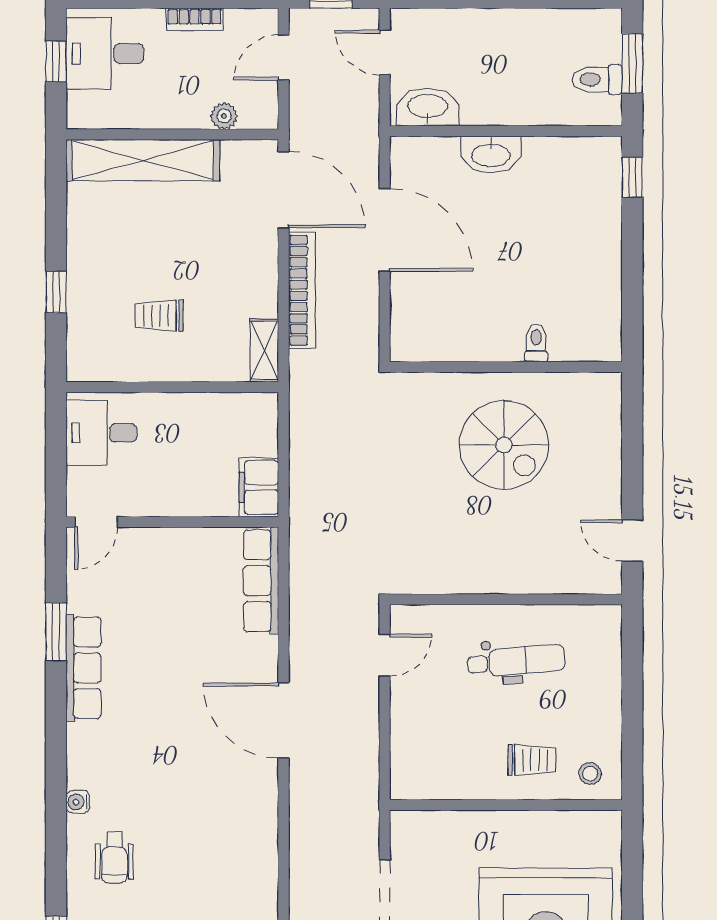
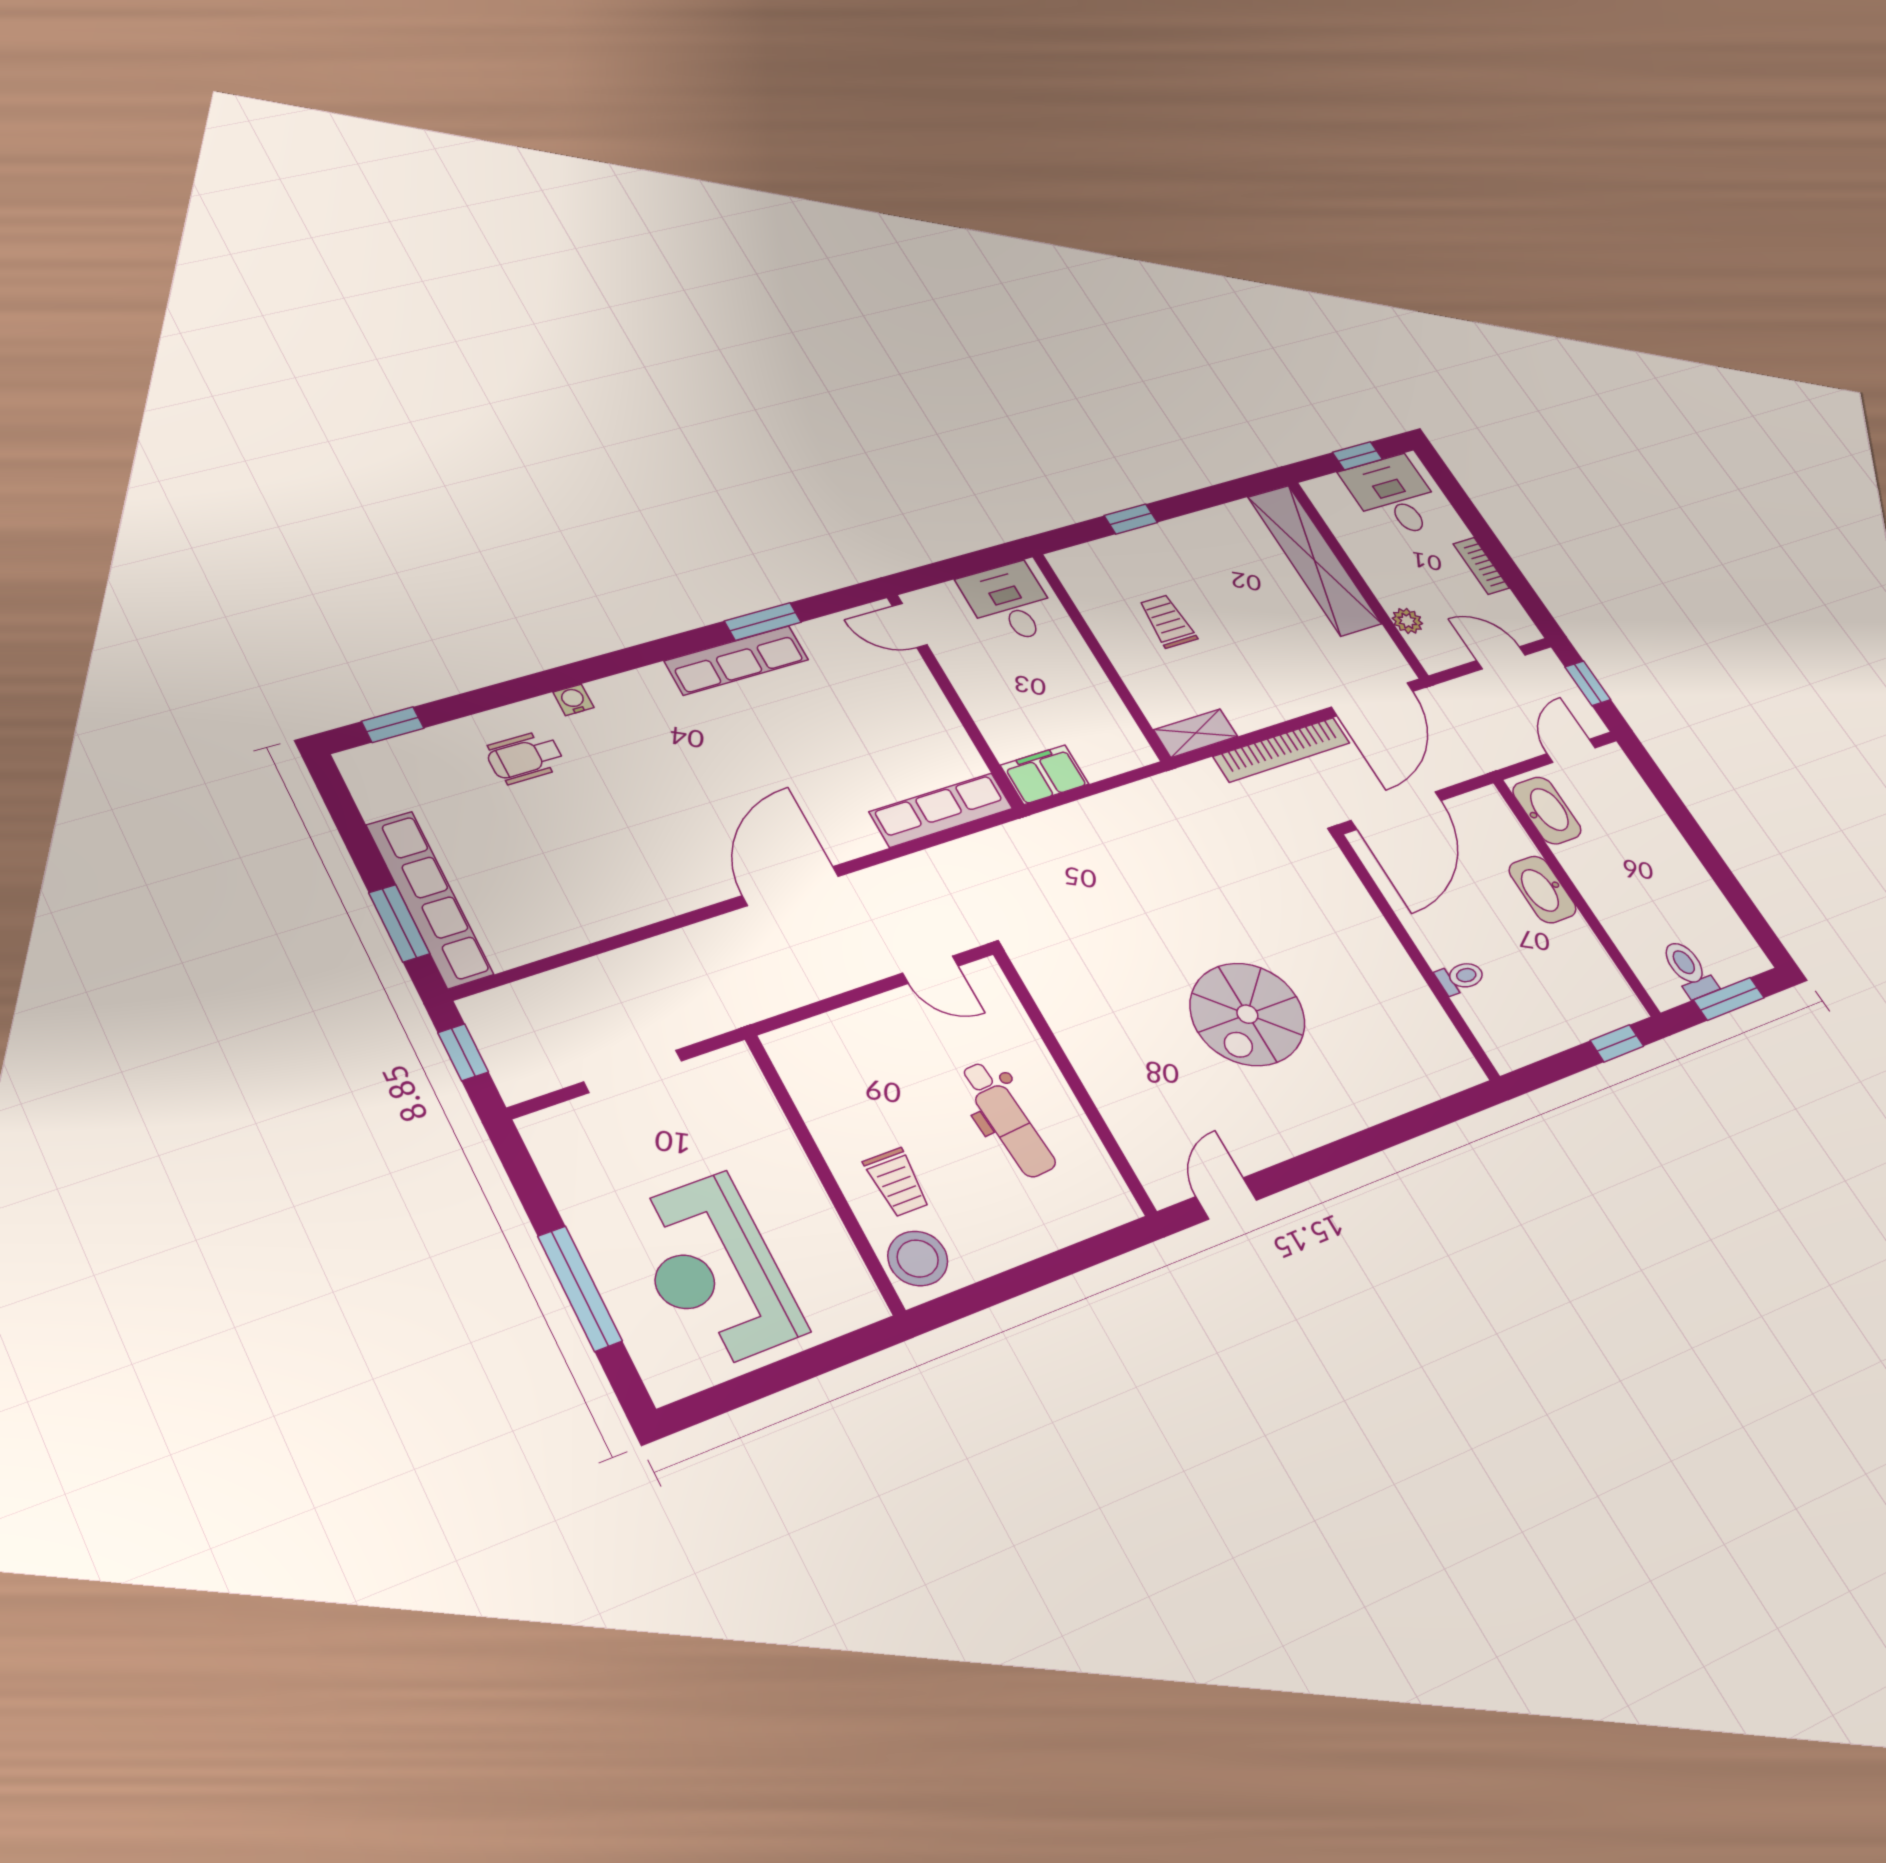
toilet: (536, 343) -> (1461, 977), moved
wall: (506, 367) -> (1415, 955), moved
stool: (590, 774) -> (918, 1258), width x1.89, depth x1.89

